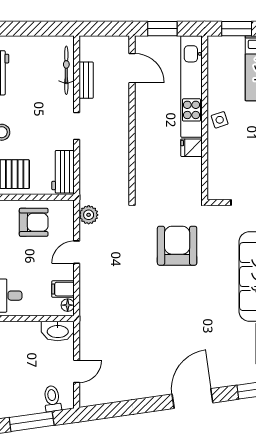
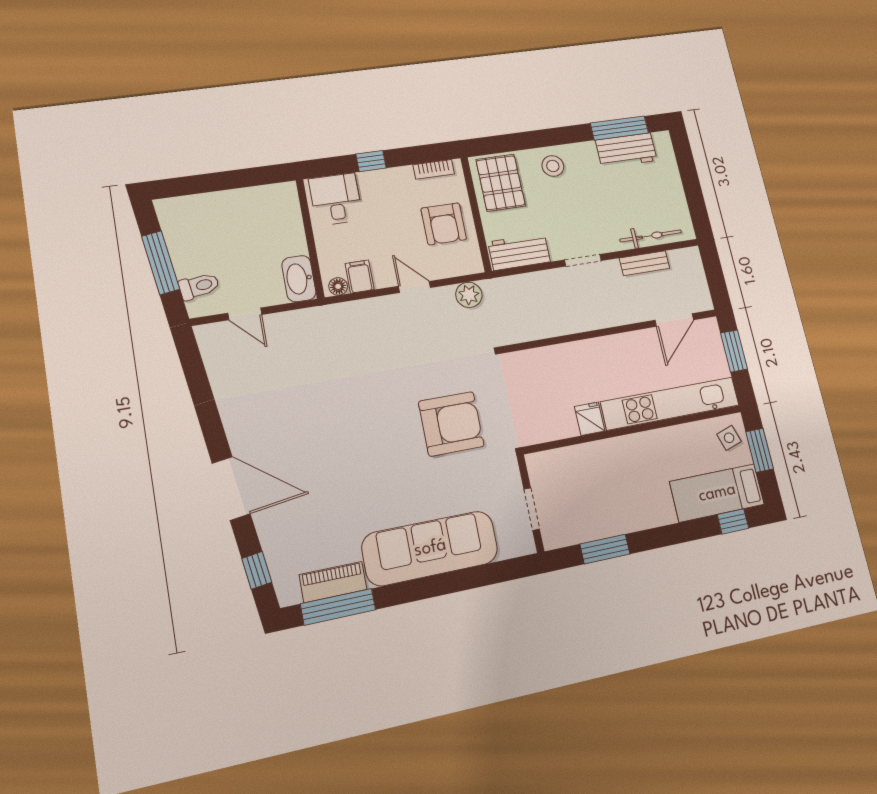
side table: (220, 120) -> (729, 438), moved

